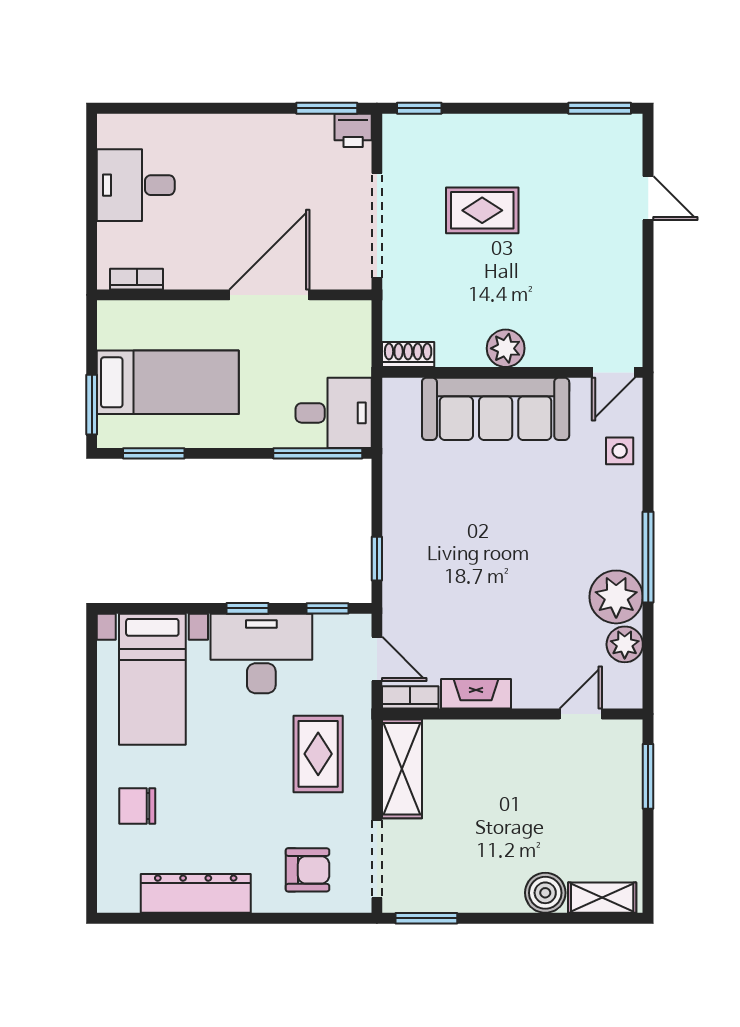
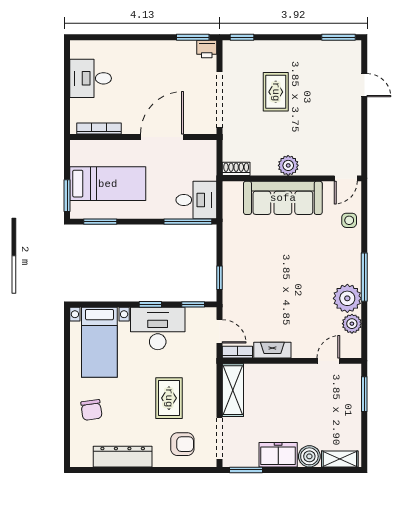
rug: (482, 210) -> (276, 92), turned 90
bookcase: (137, 279) -> (99, 128), width x1.56
rug: (318, 754) -> (169, 398), moved
chair: (137, 806) -> (91, 410), turned -98
freezer: (487, 890) -> (278, 455), added

